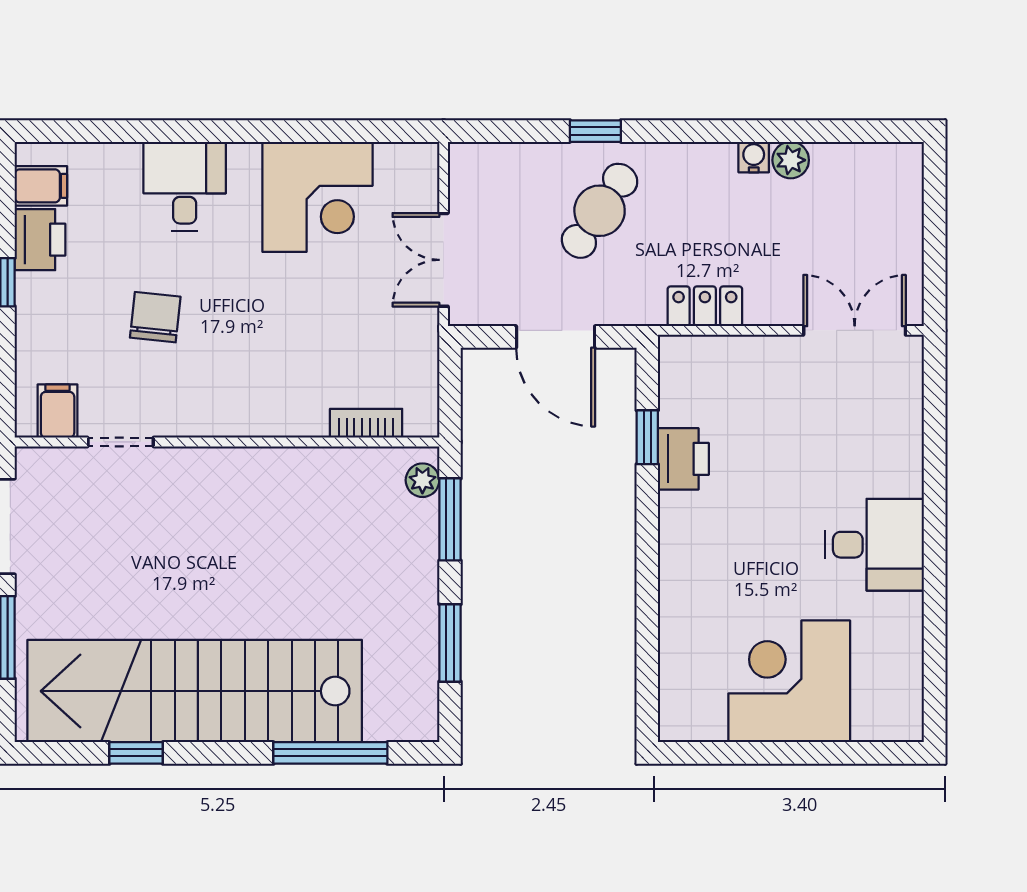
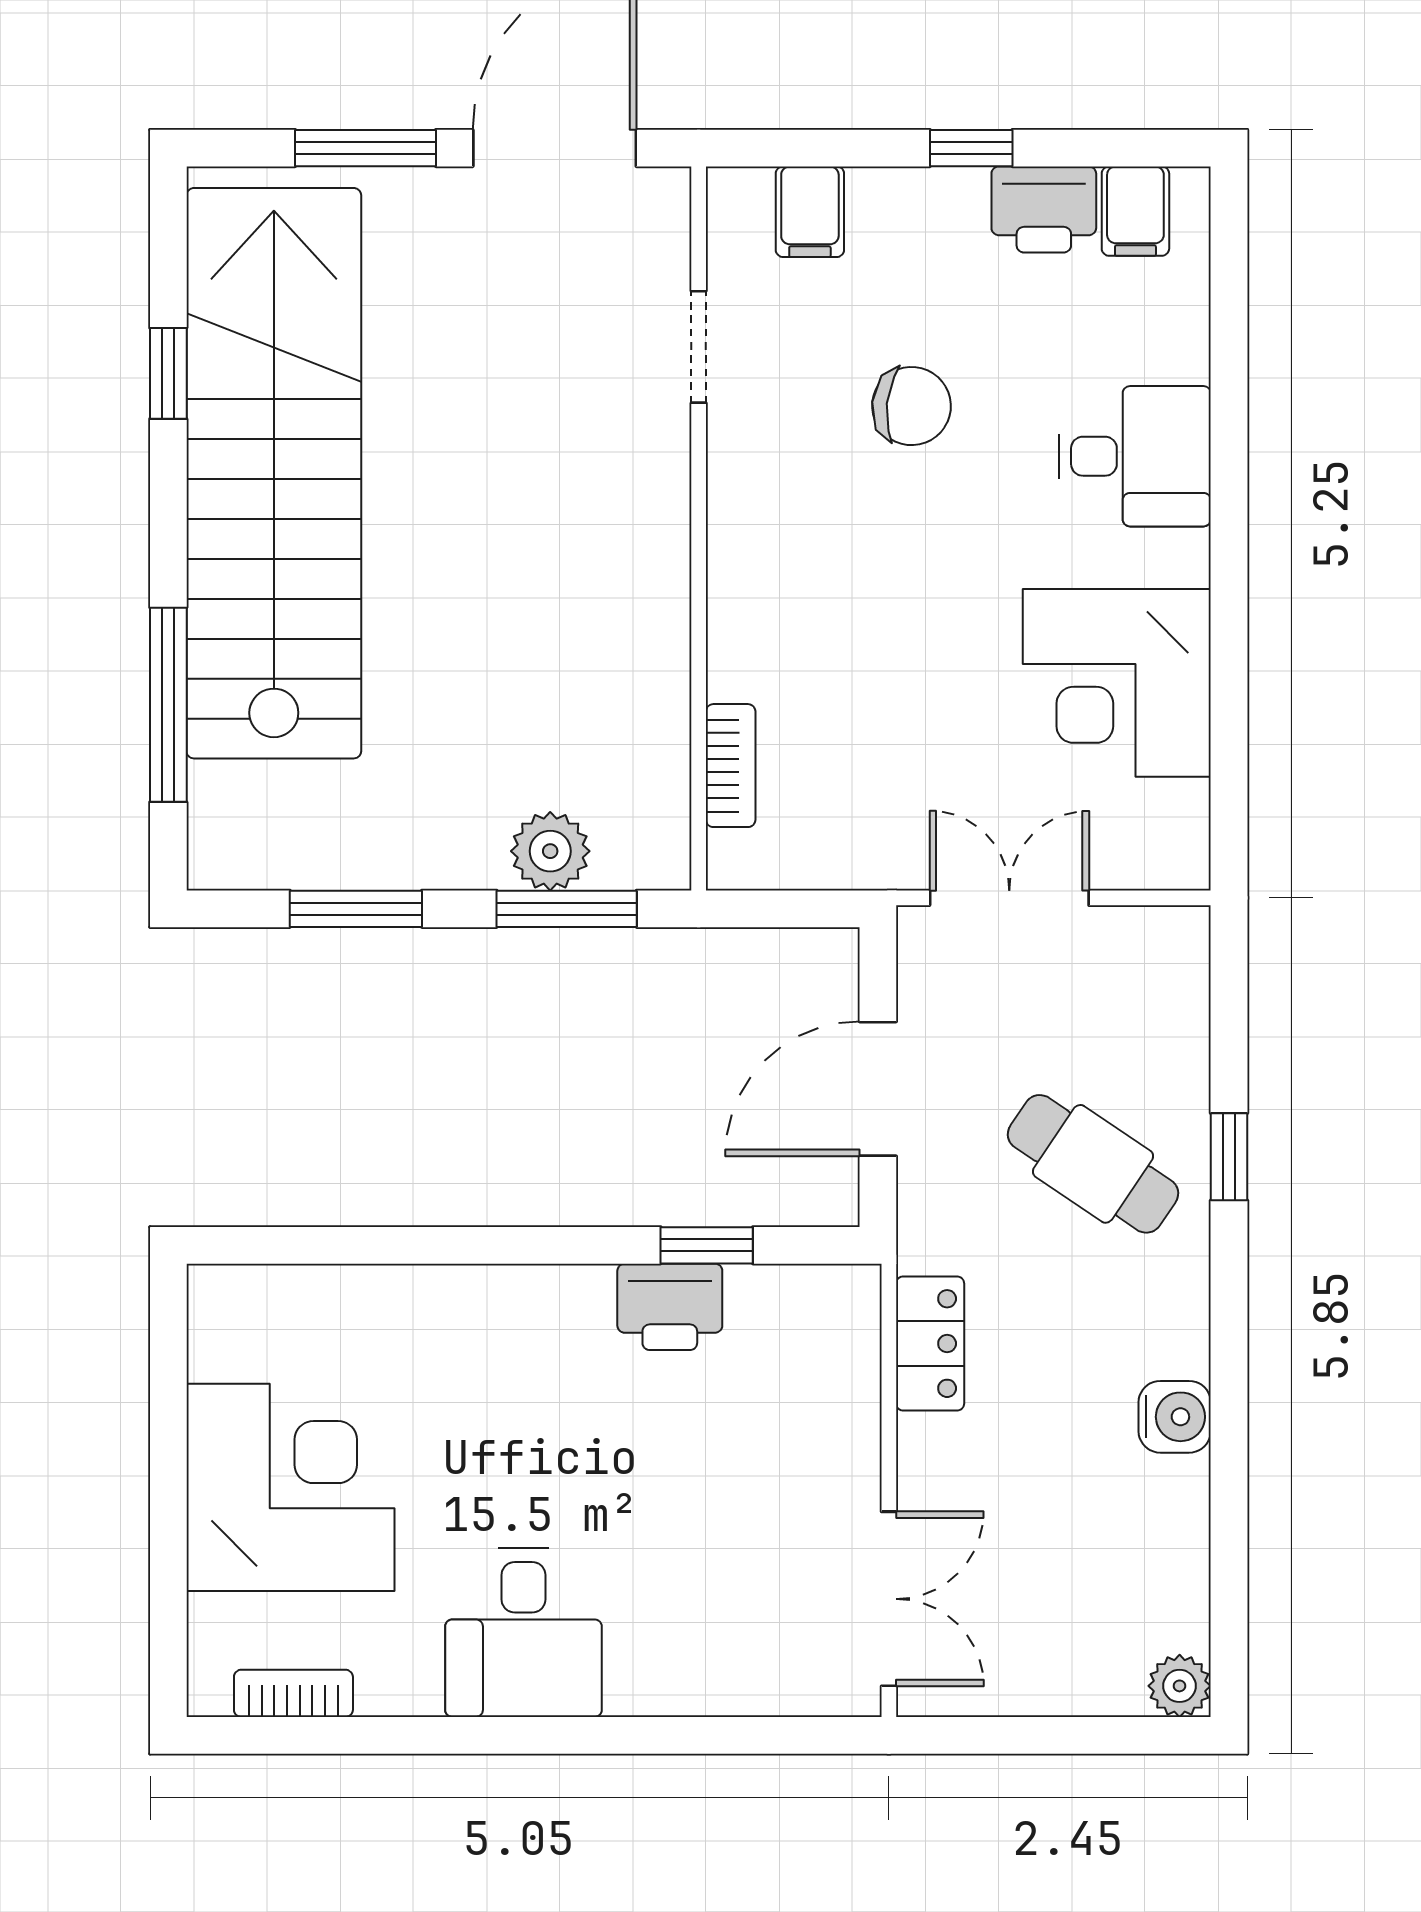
water cooler: (754, 157) -> (1175, 1417), width x1.38, depth x1.38
plant: (791, 160) -> (1180, 1686), moved
filing cabinet: (58, 411) -> (810, 212), moved, turned 90
plant: (422, 480) -> (550, 851), moved, width x1.38, depth x1.38
bookcase: (910, 680) -> (293, 1693), added

